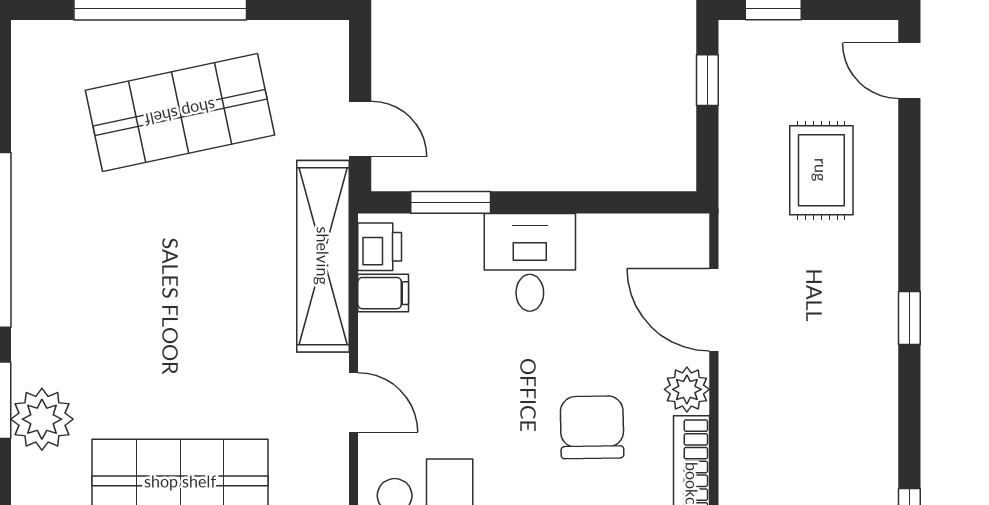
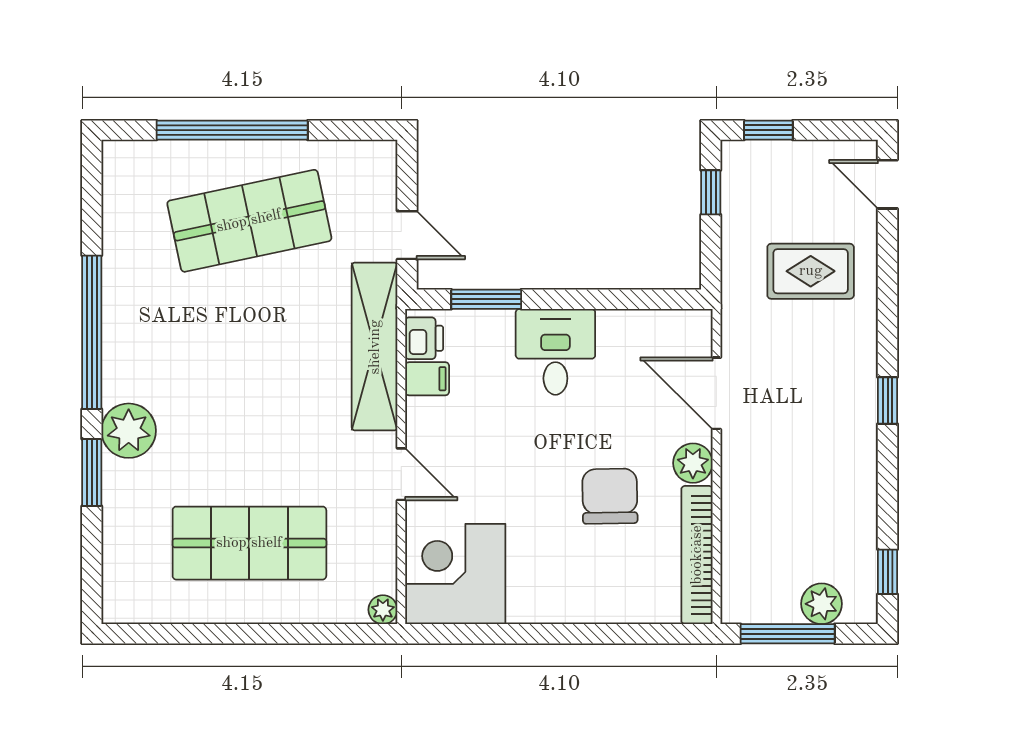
rug: (821, 170) -> (811, 271), turned 90
plant: (42, 419) -> (129, 431), moved

